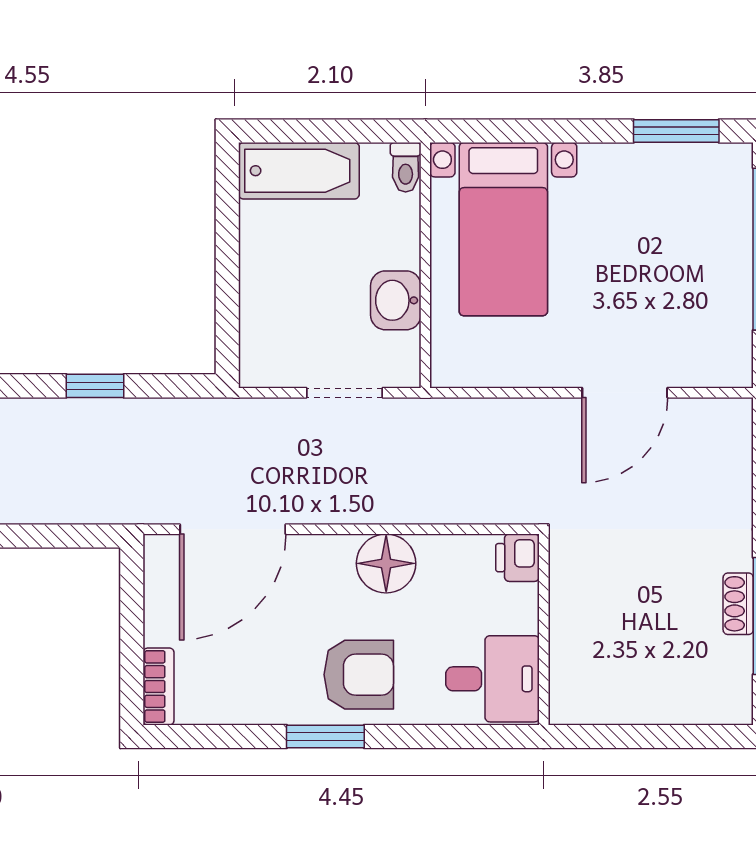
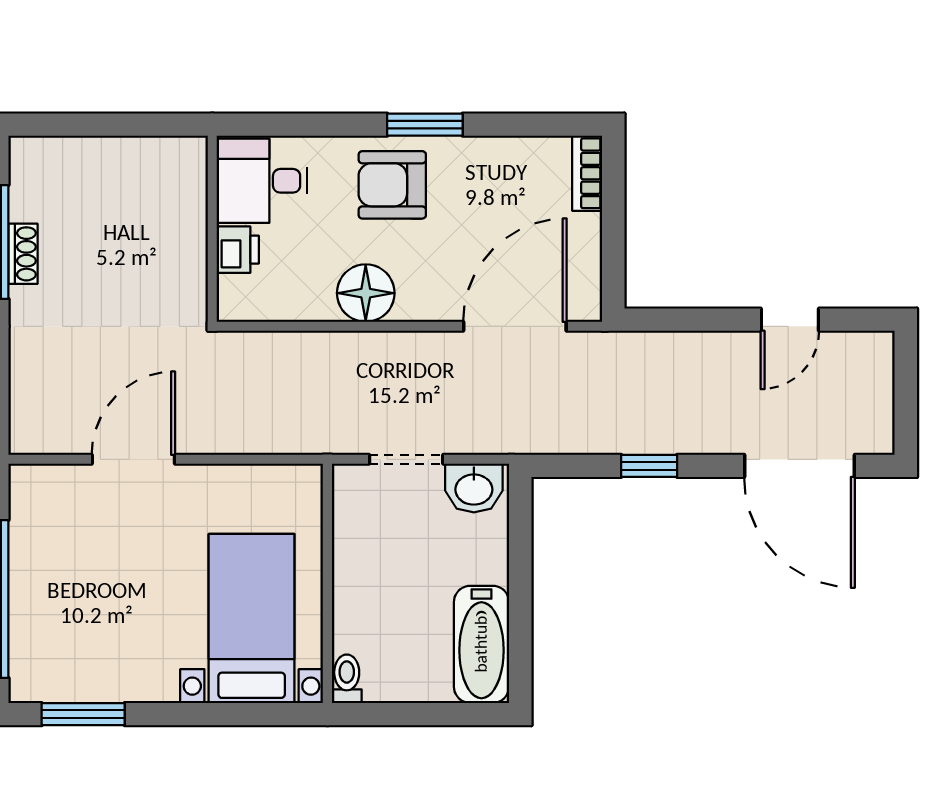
bathtub: (299, 171) -> (481, 644), moved, turned -90
washbasin: (396, 300) -> (474, 488), moved, turned 90
printer: (518, 558) -> (238, 250), moved

